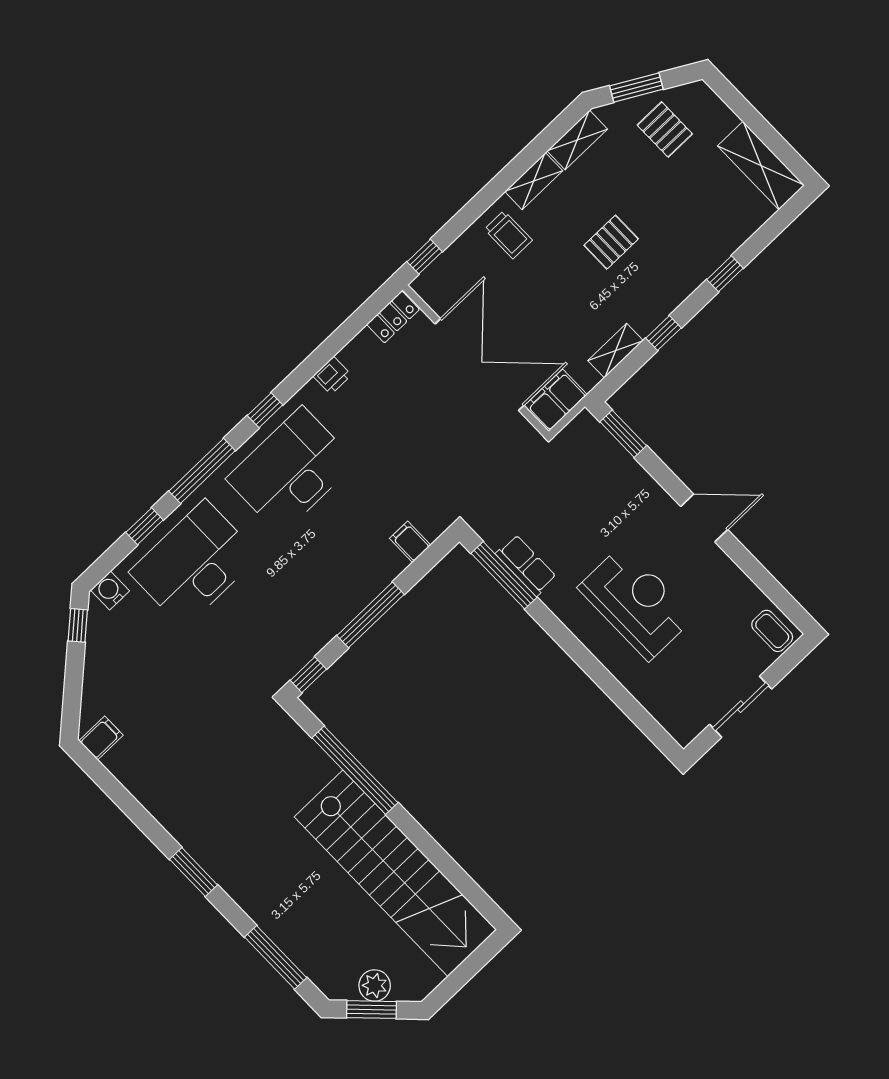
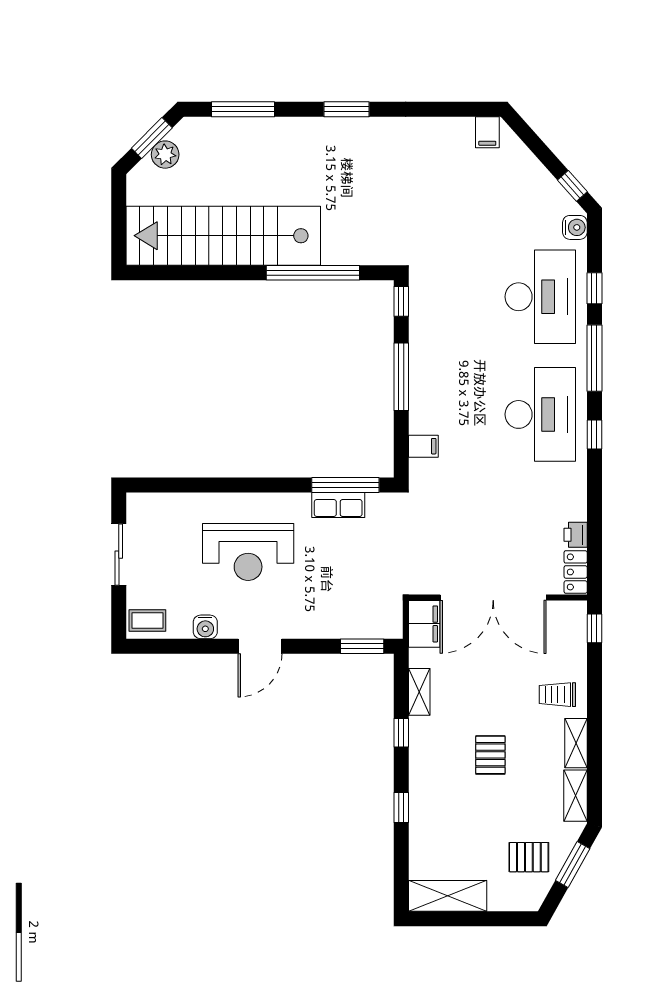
printer: (332, 375) -> (576, 535), moved
water cooler: (732, 578) -> (205, 627), added

